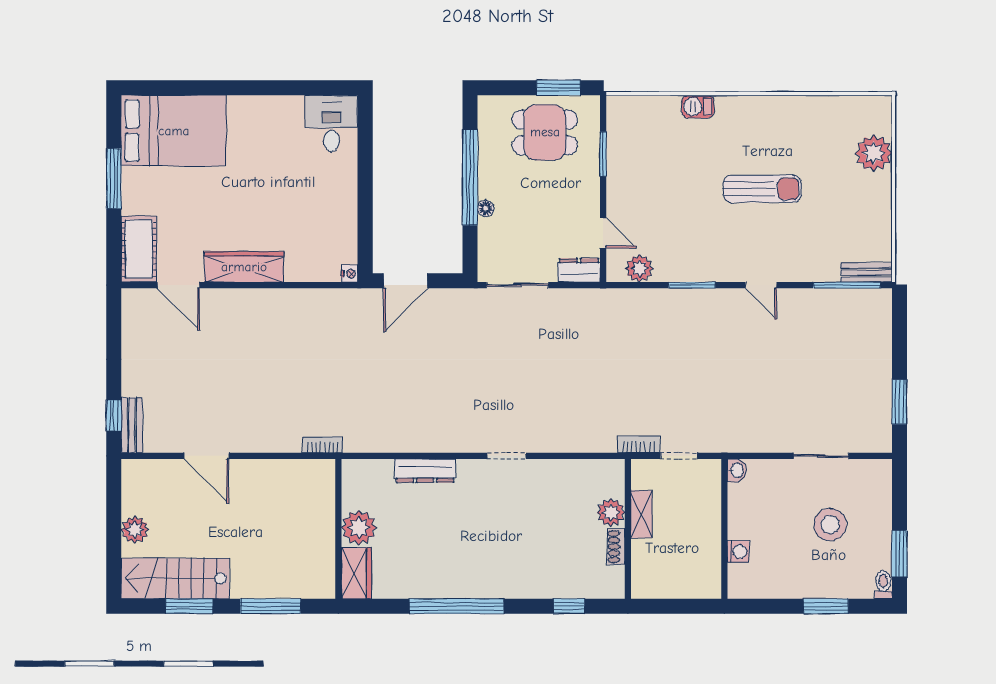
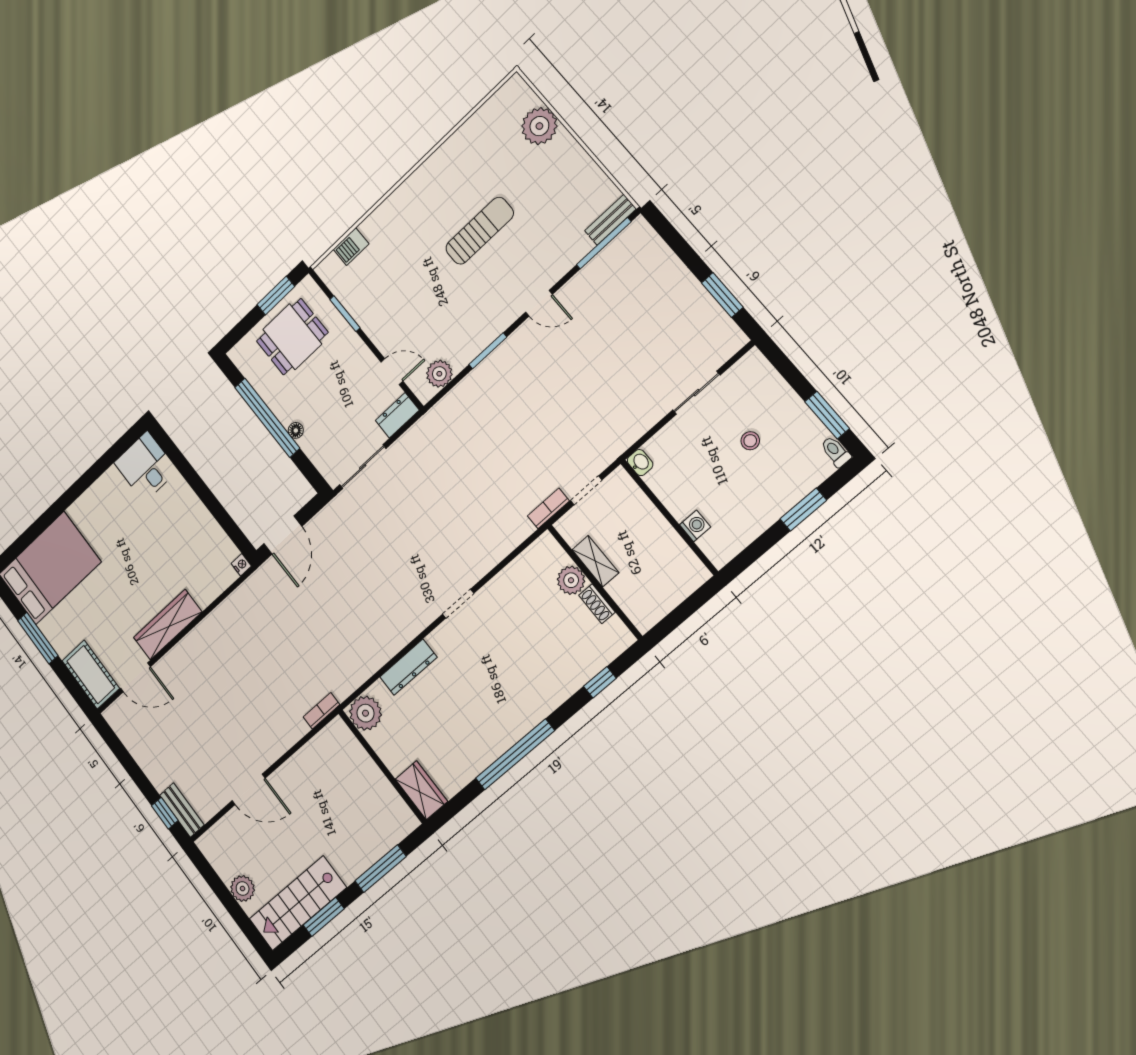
barbecue: (698, 107) -> (351, 247), moved
stool: (830, 525) -> (750, 441), width x0.53, depth x0.53
plant: (359, 528) -> (366, 713), moved

